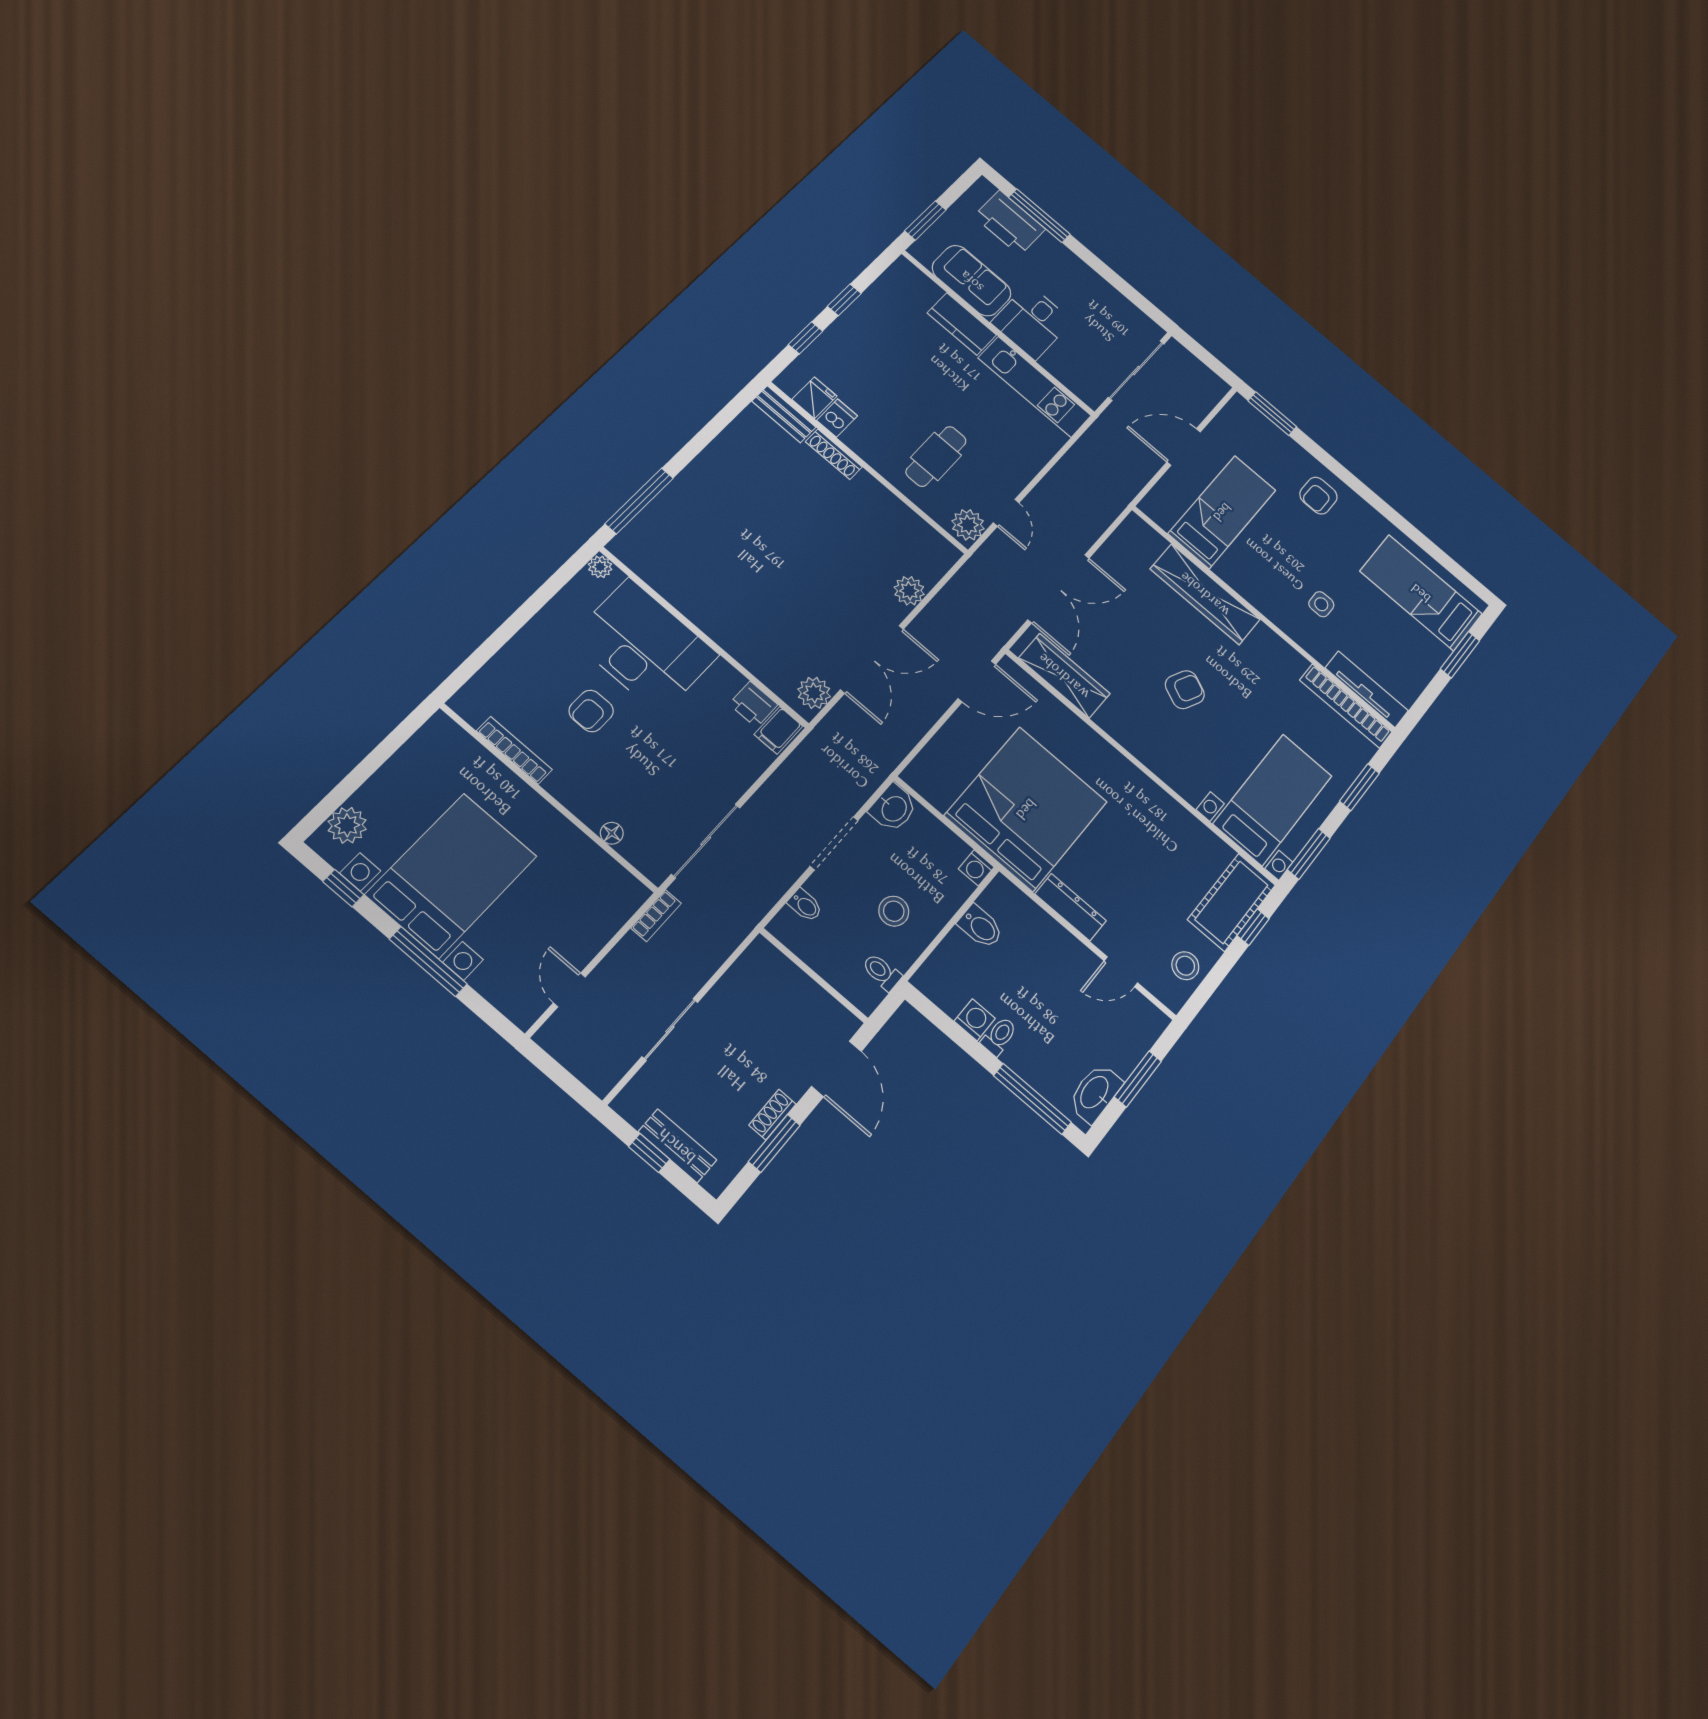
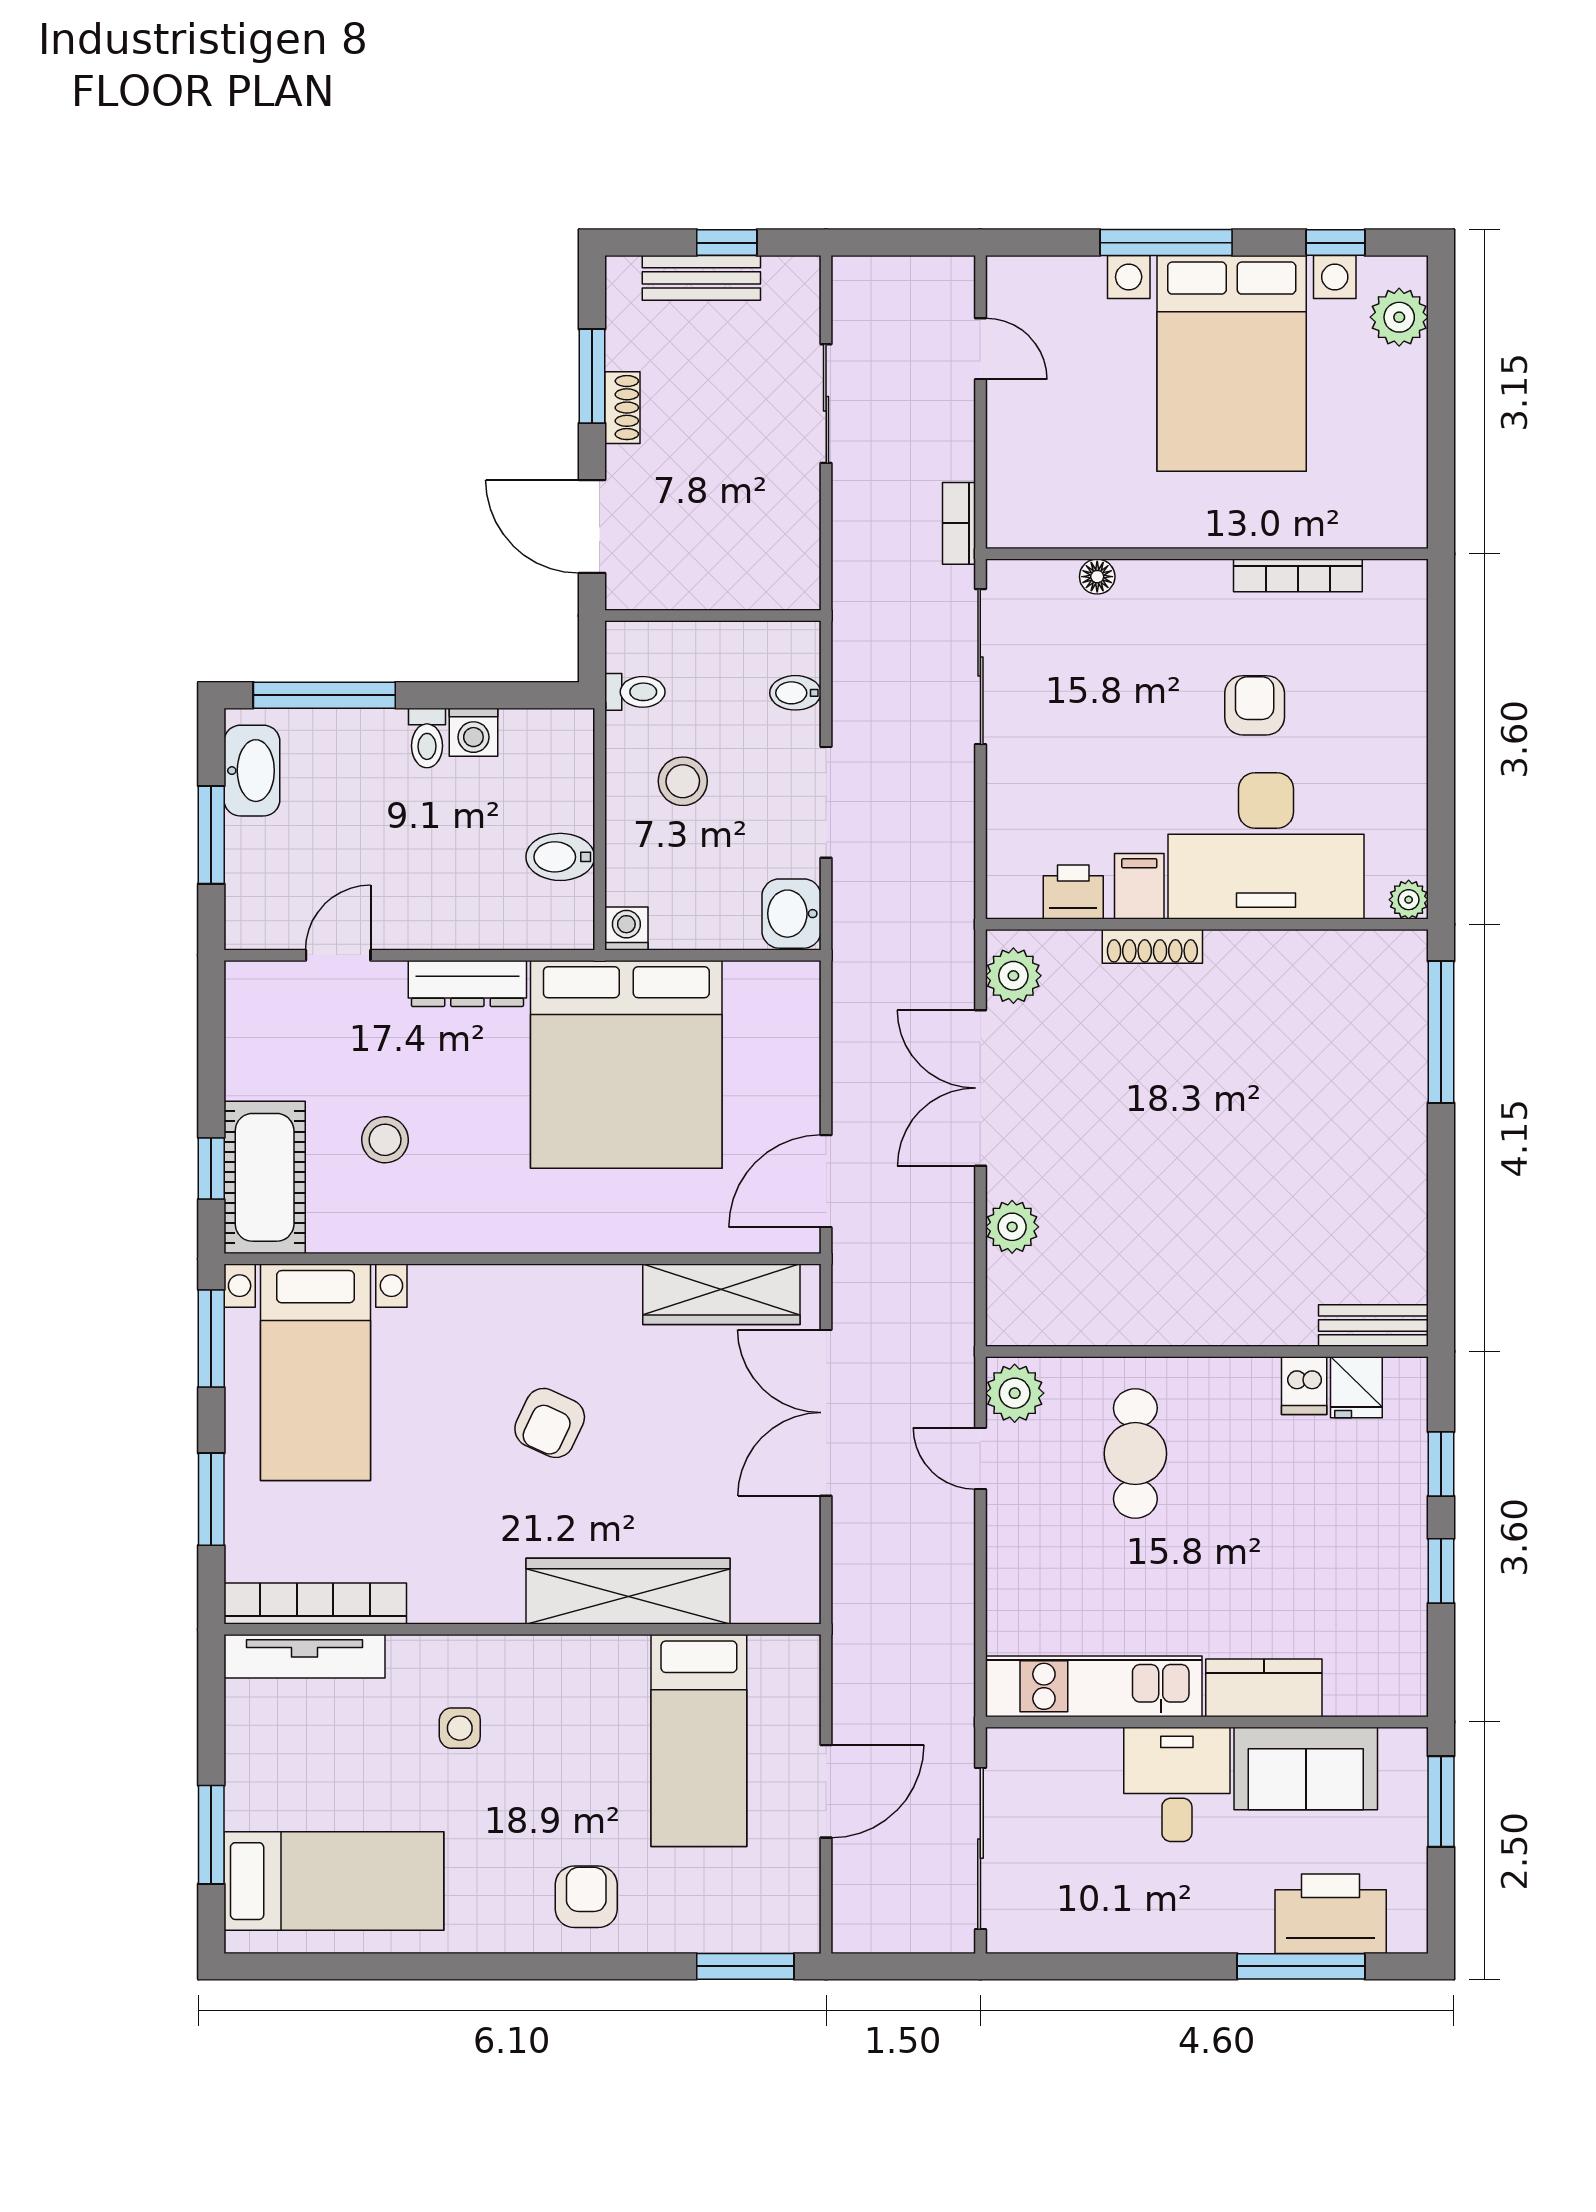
shoe rack: (834, 454) -> (1152, 946), moved, turned 180
filing cabinet: (778, 730) -> (1139, 886), moved
stool: (1185, 966) -> (385, 1140), moved

